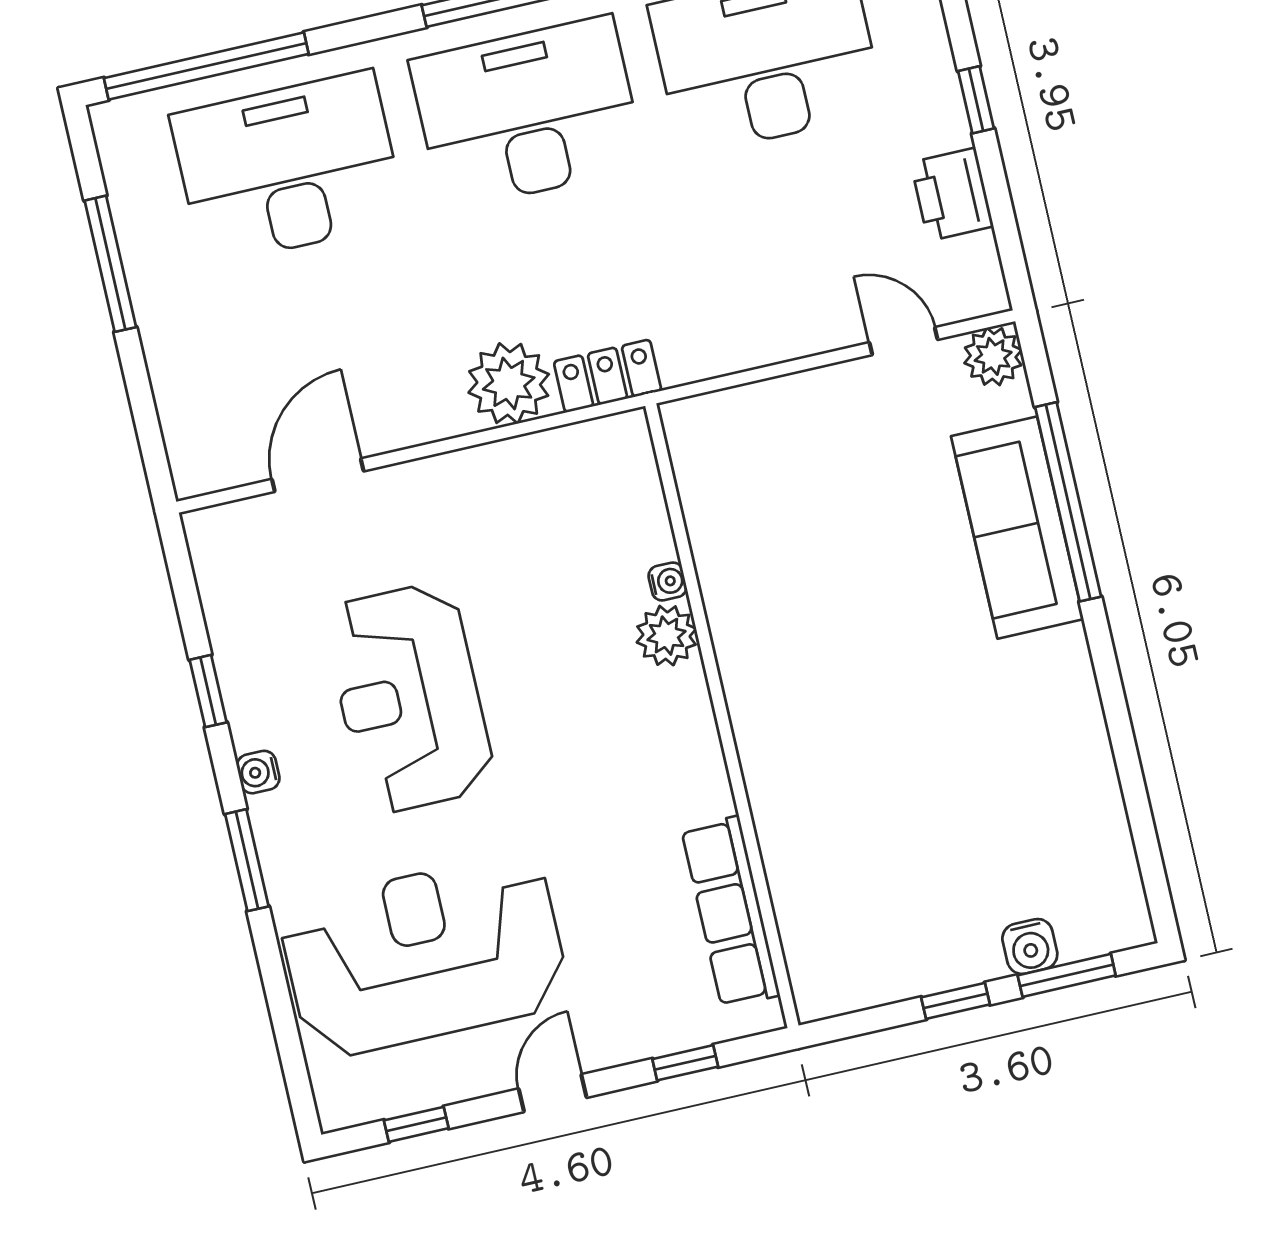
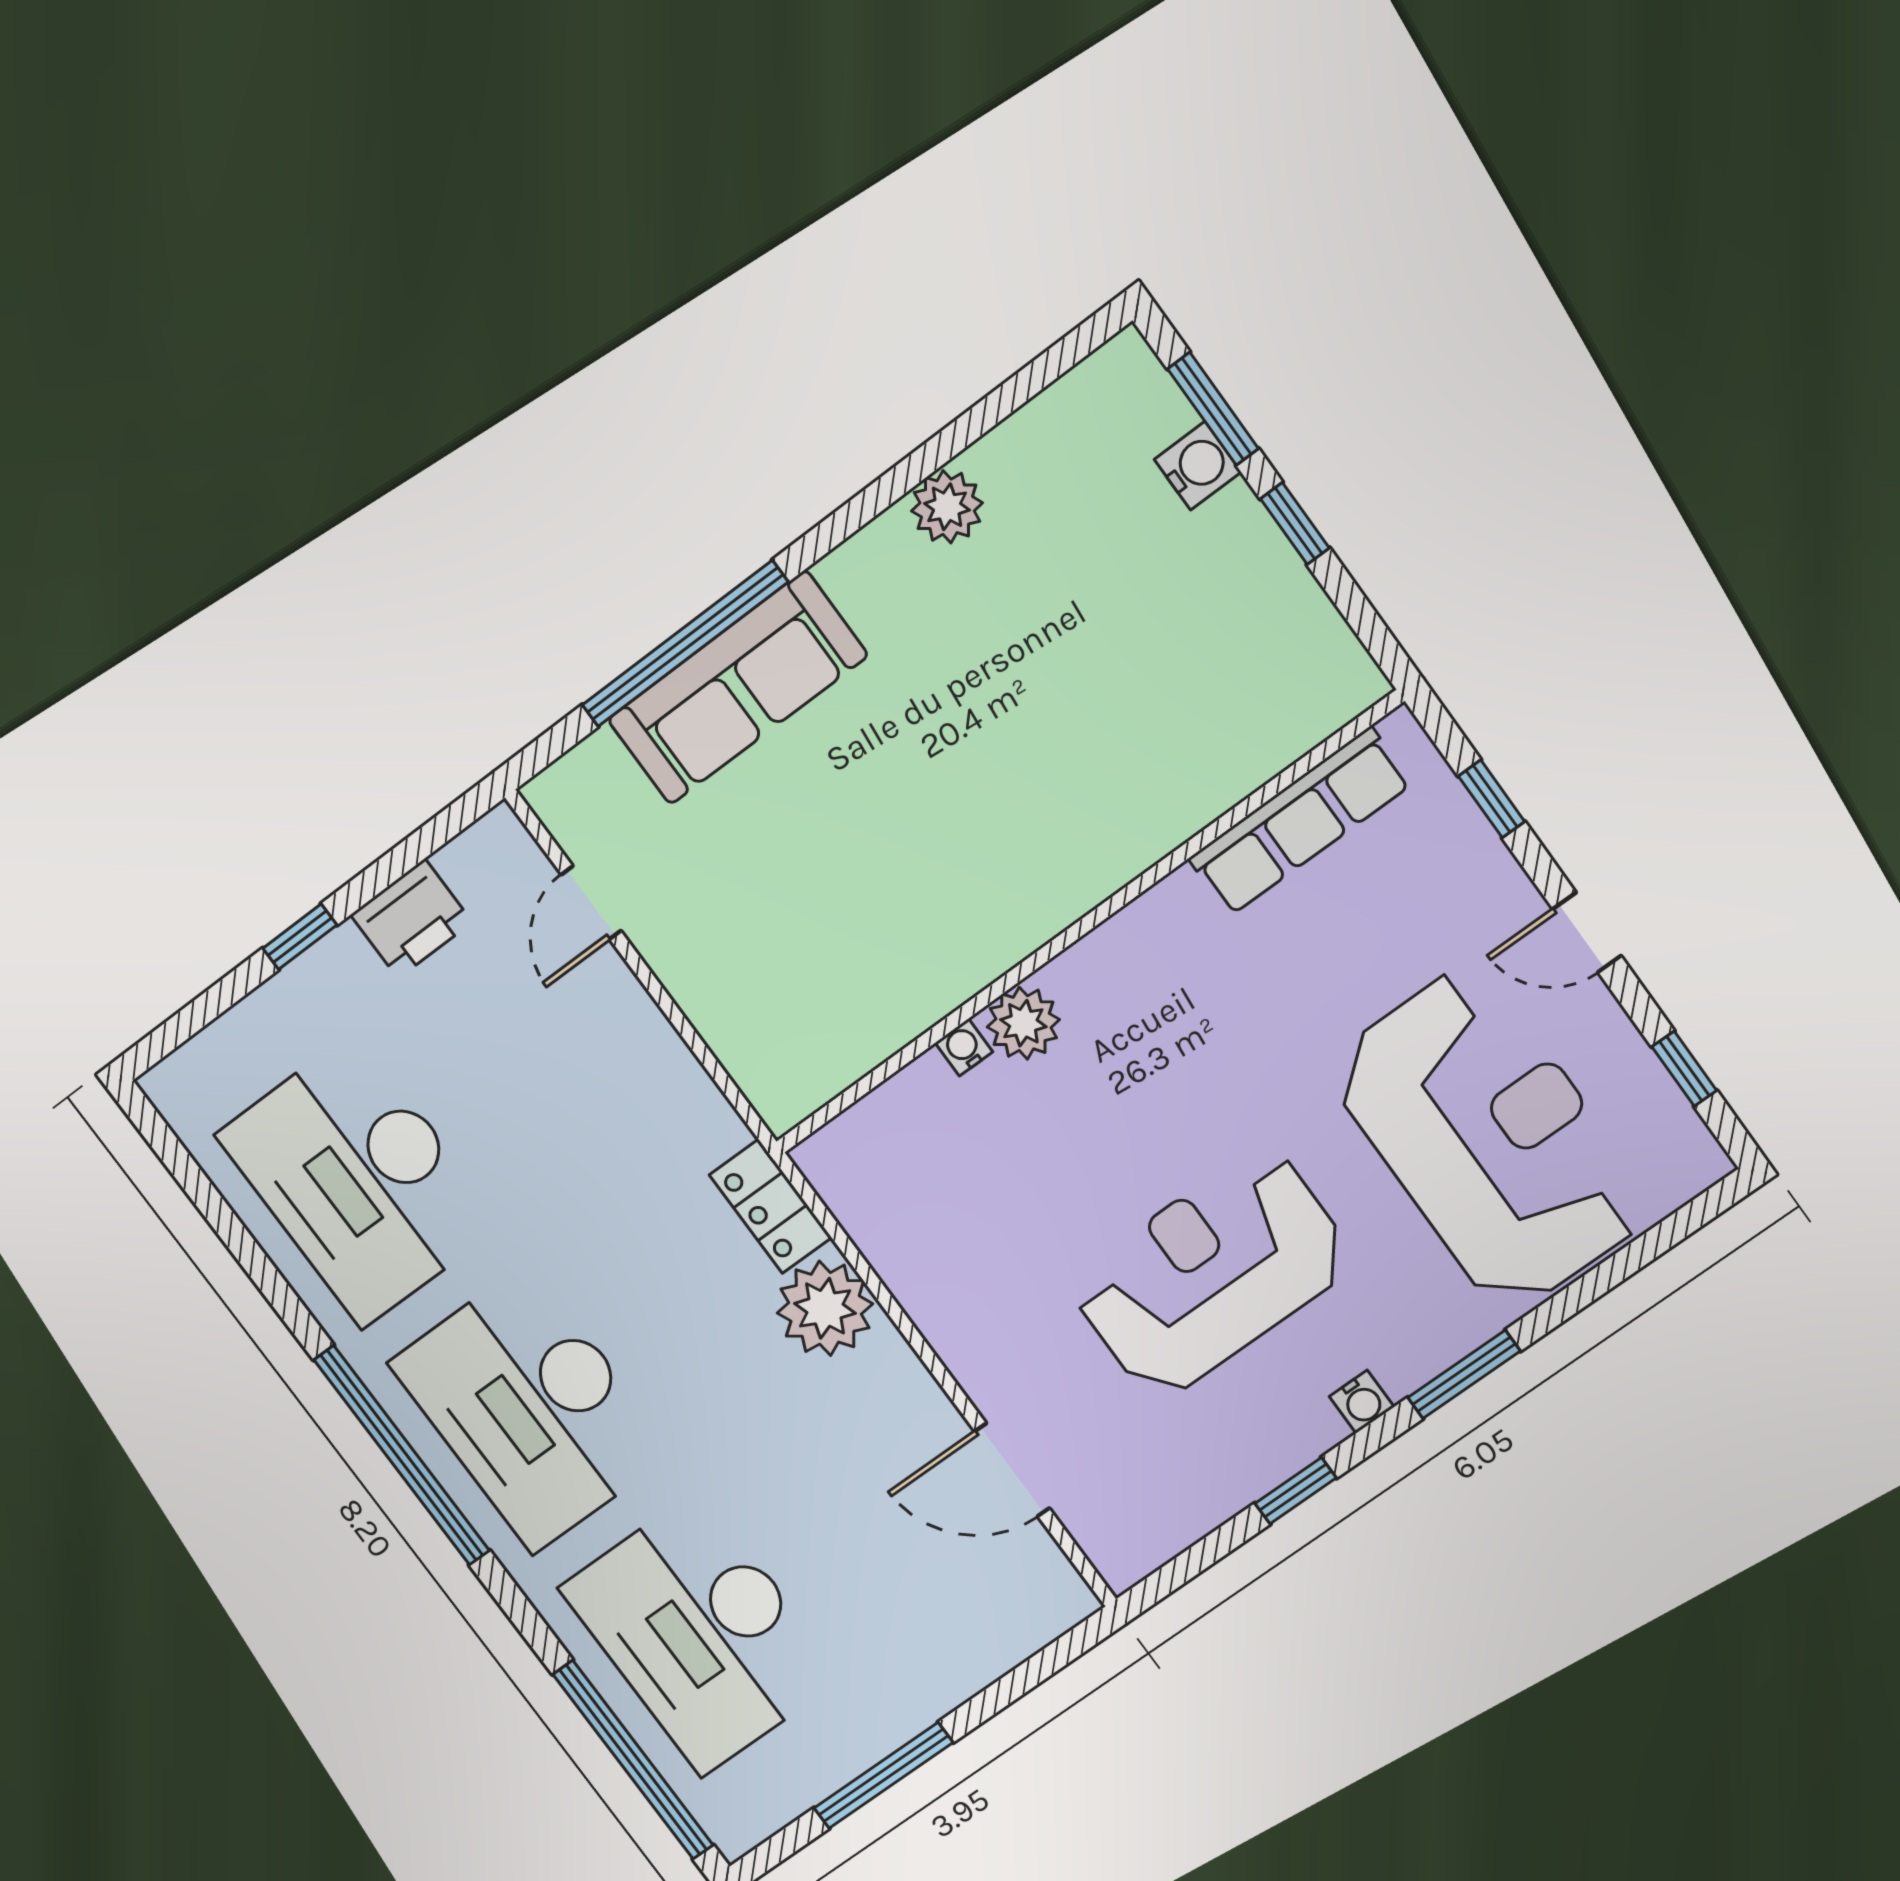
plant: (993, 356) -> (947, 507), moved
reception desk: (409, 698) -> (1211, 1273), turned 180
reception desk: (424, 955) -> (1490, 1139), turned 180

